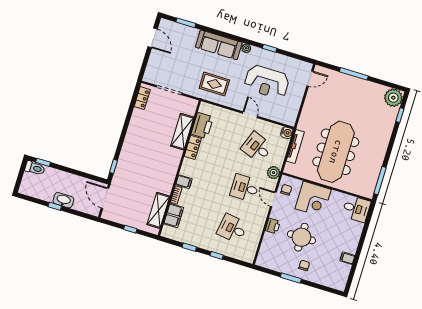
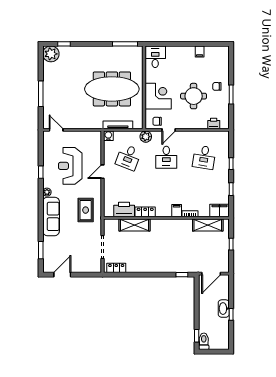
reception desk: (267, 82) -> (70, 166), turned 180
filing cabinet: (174, 216) -> (219, 211), moved
printer: (273, 226) -> (214, 124), moved

